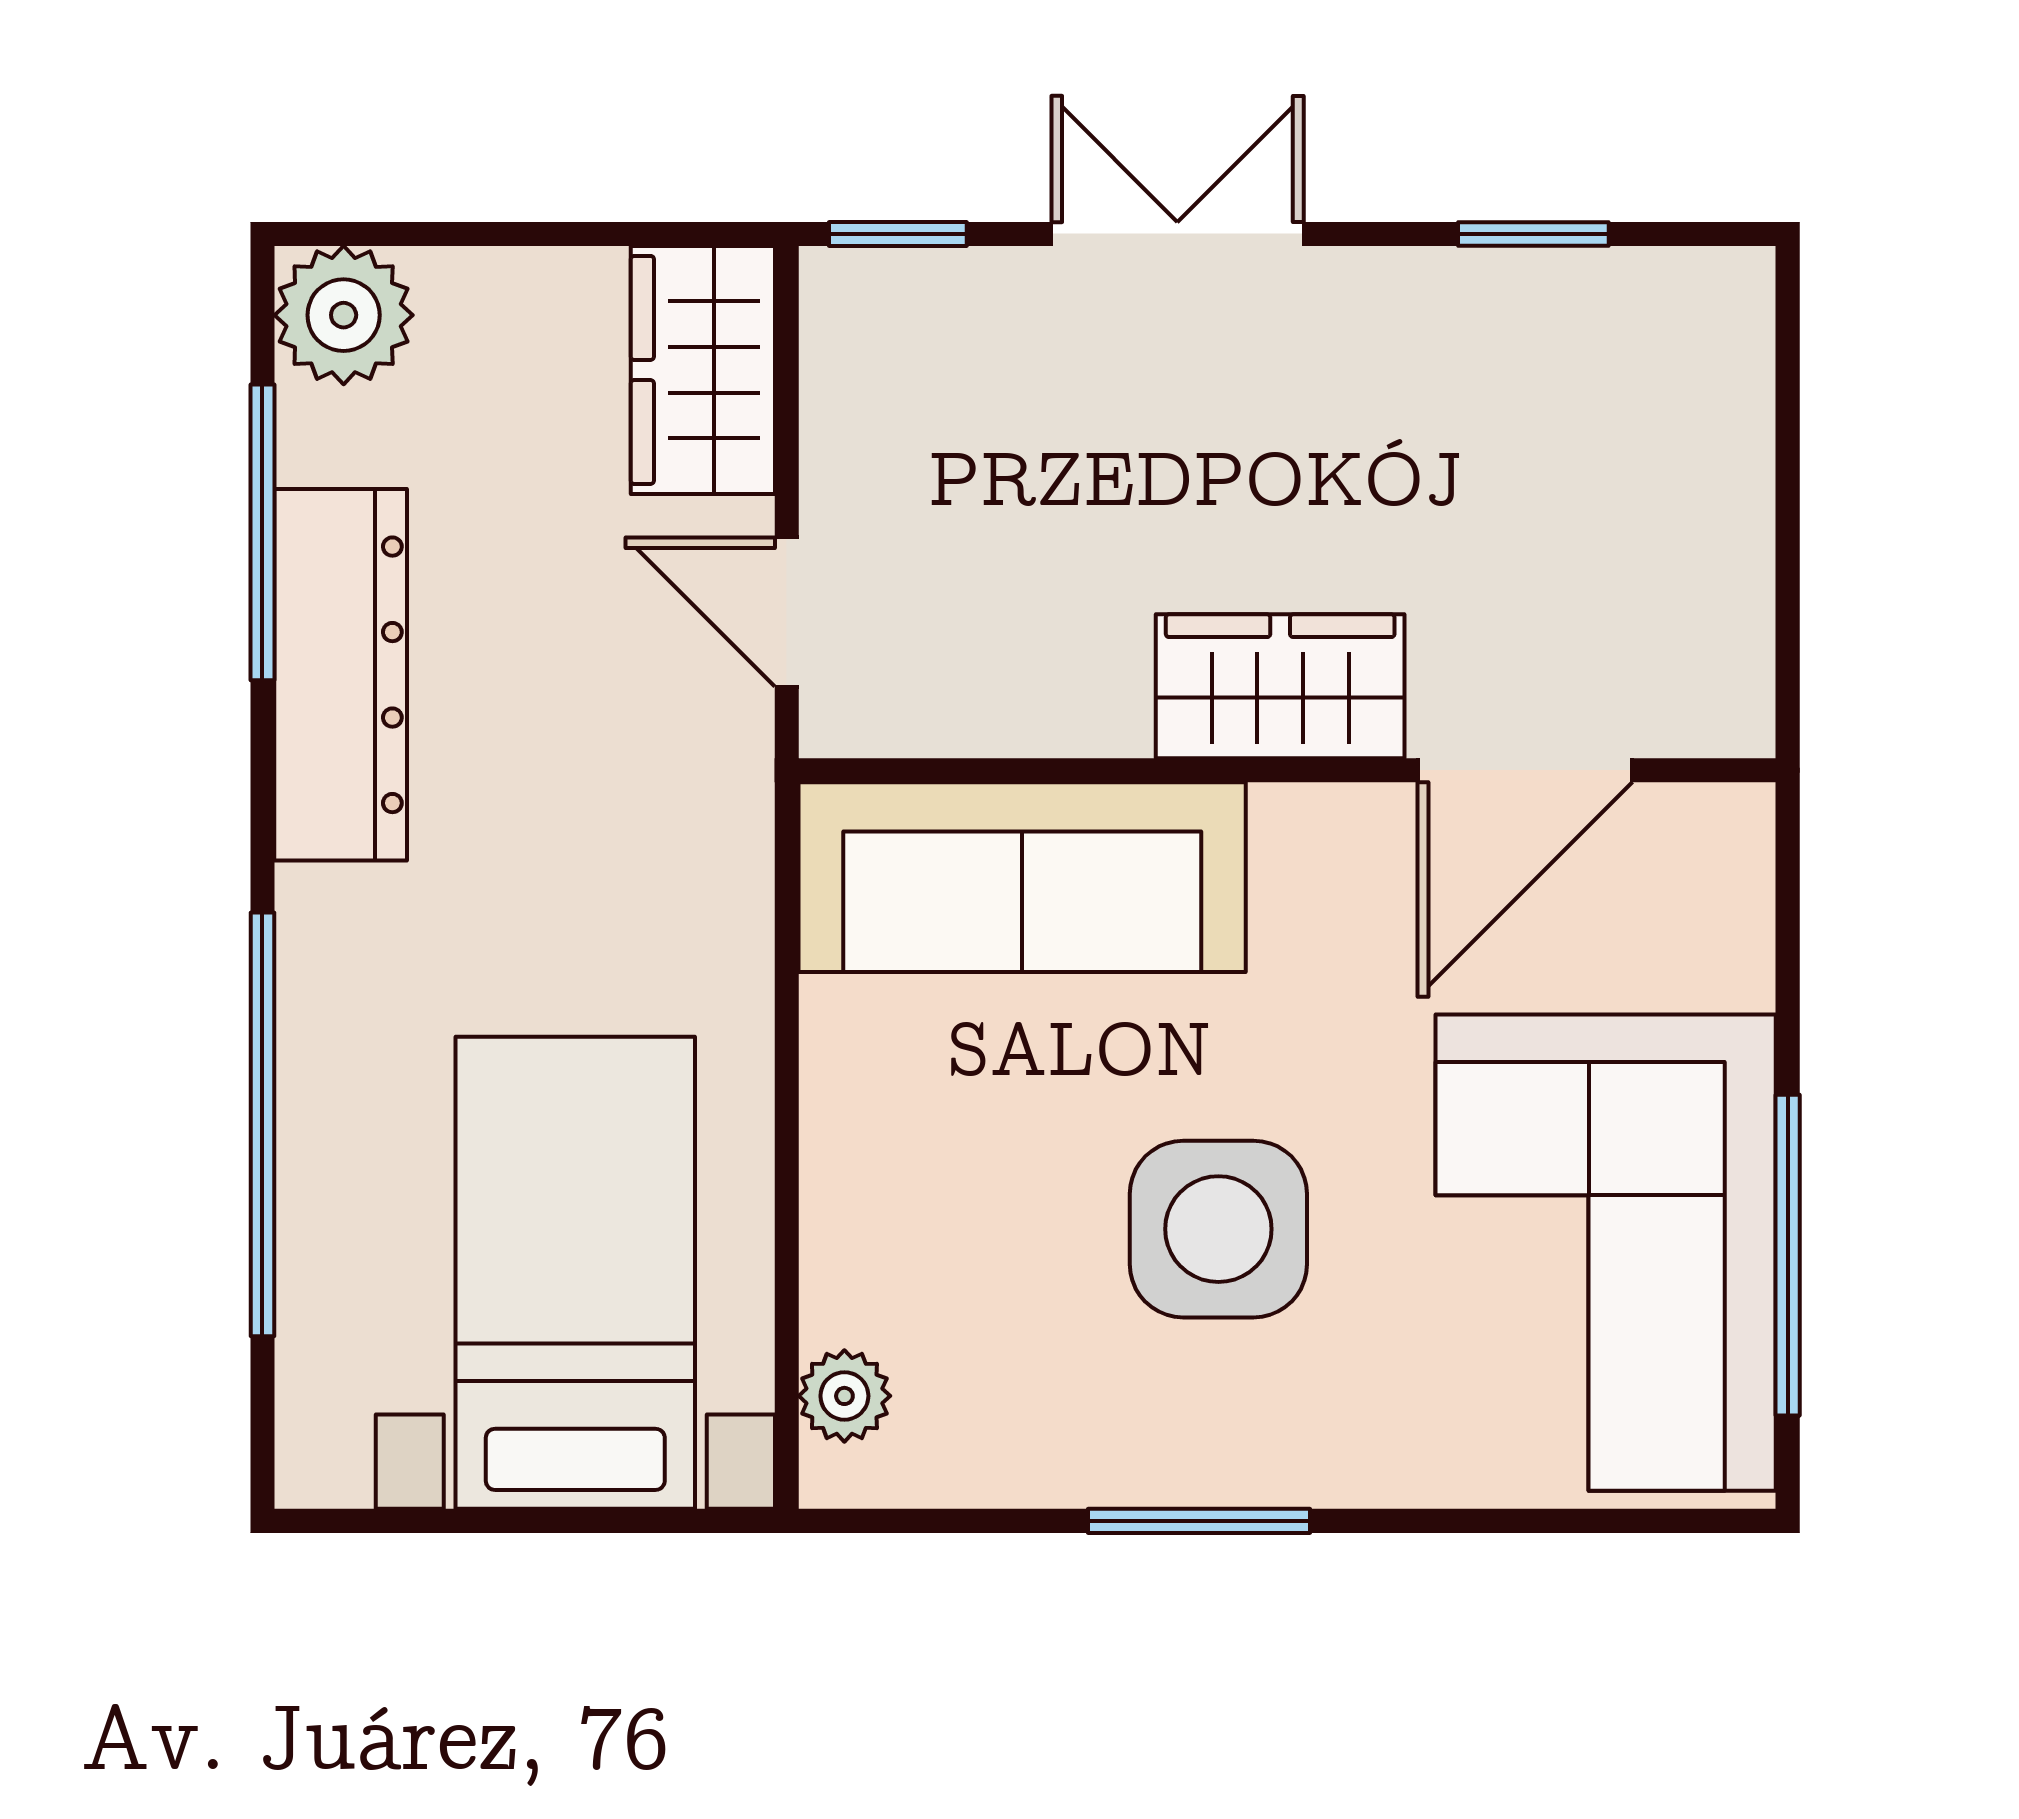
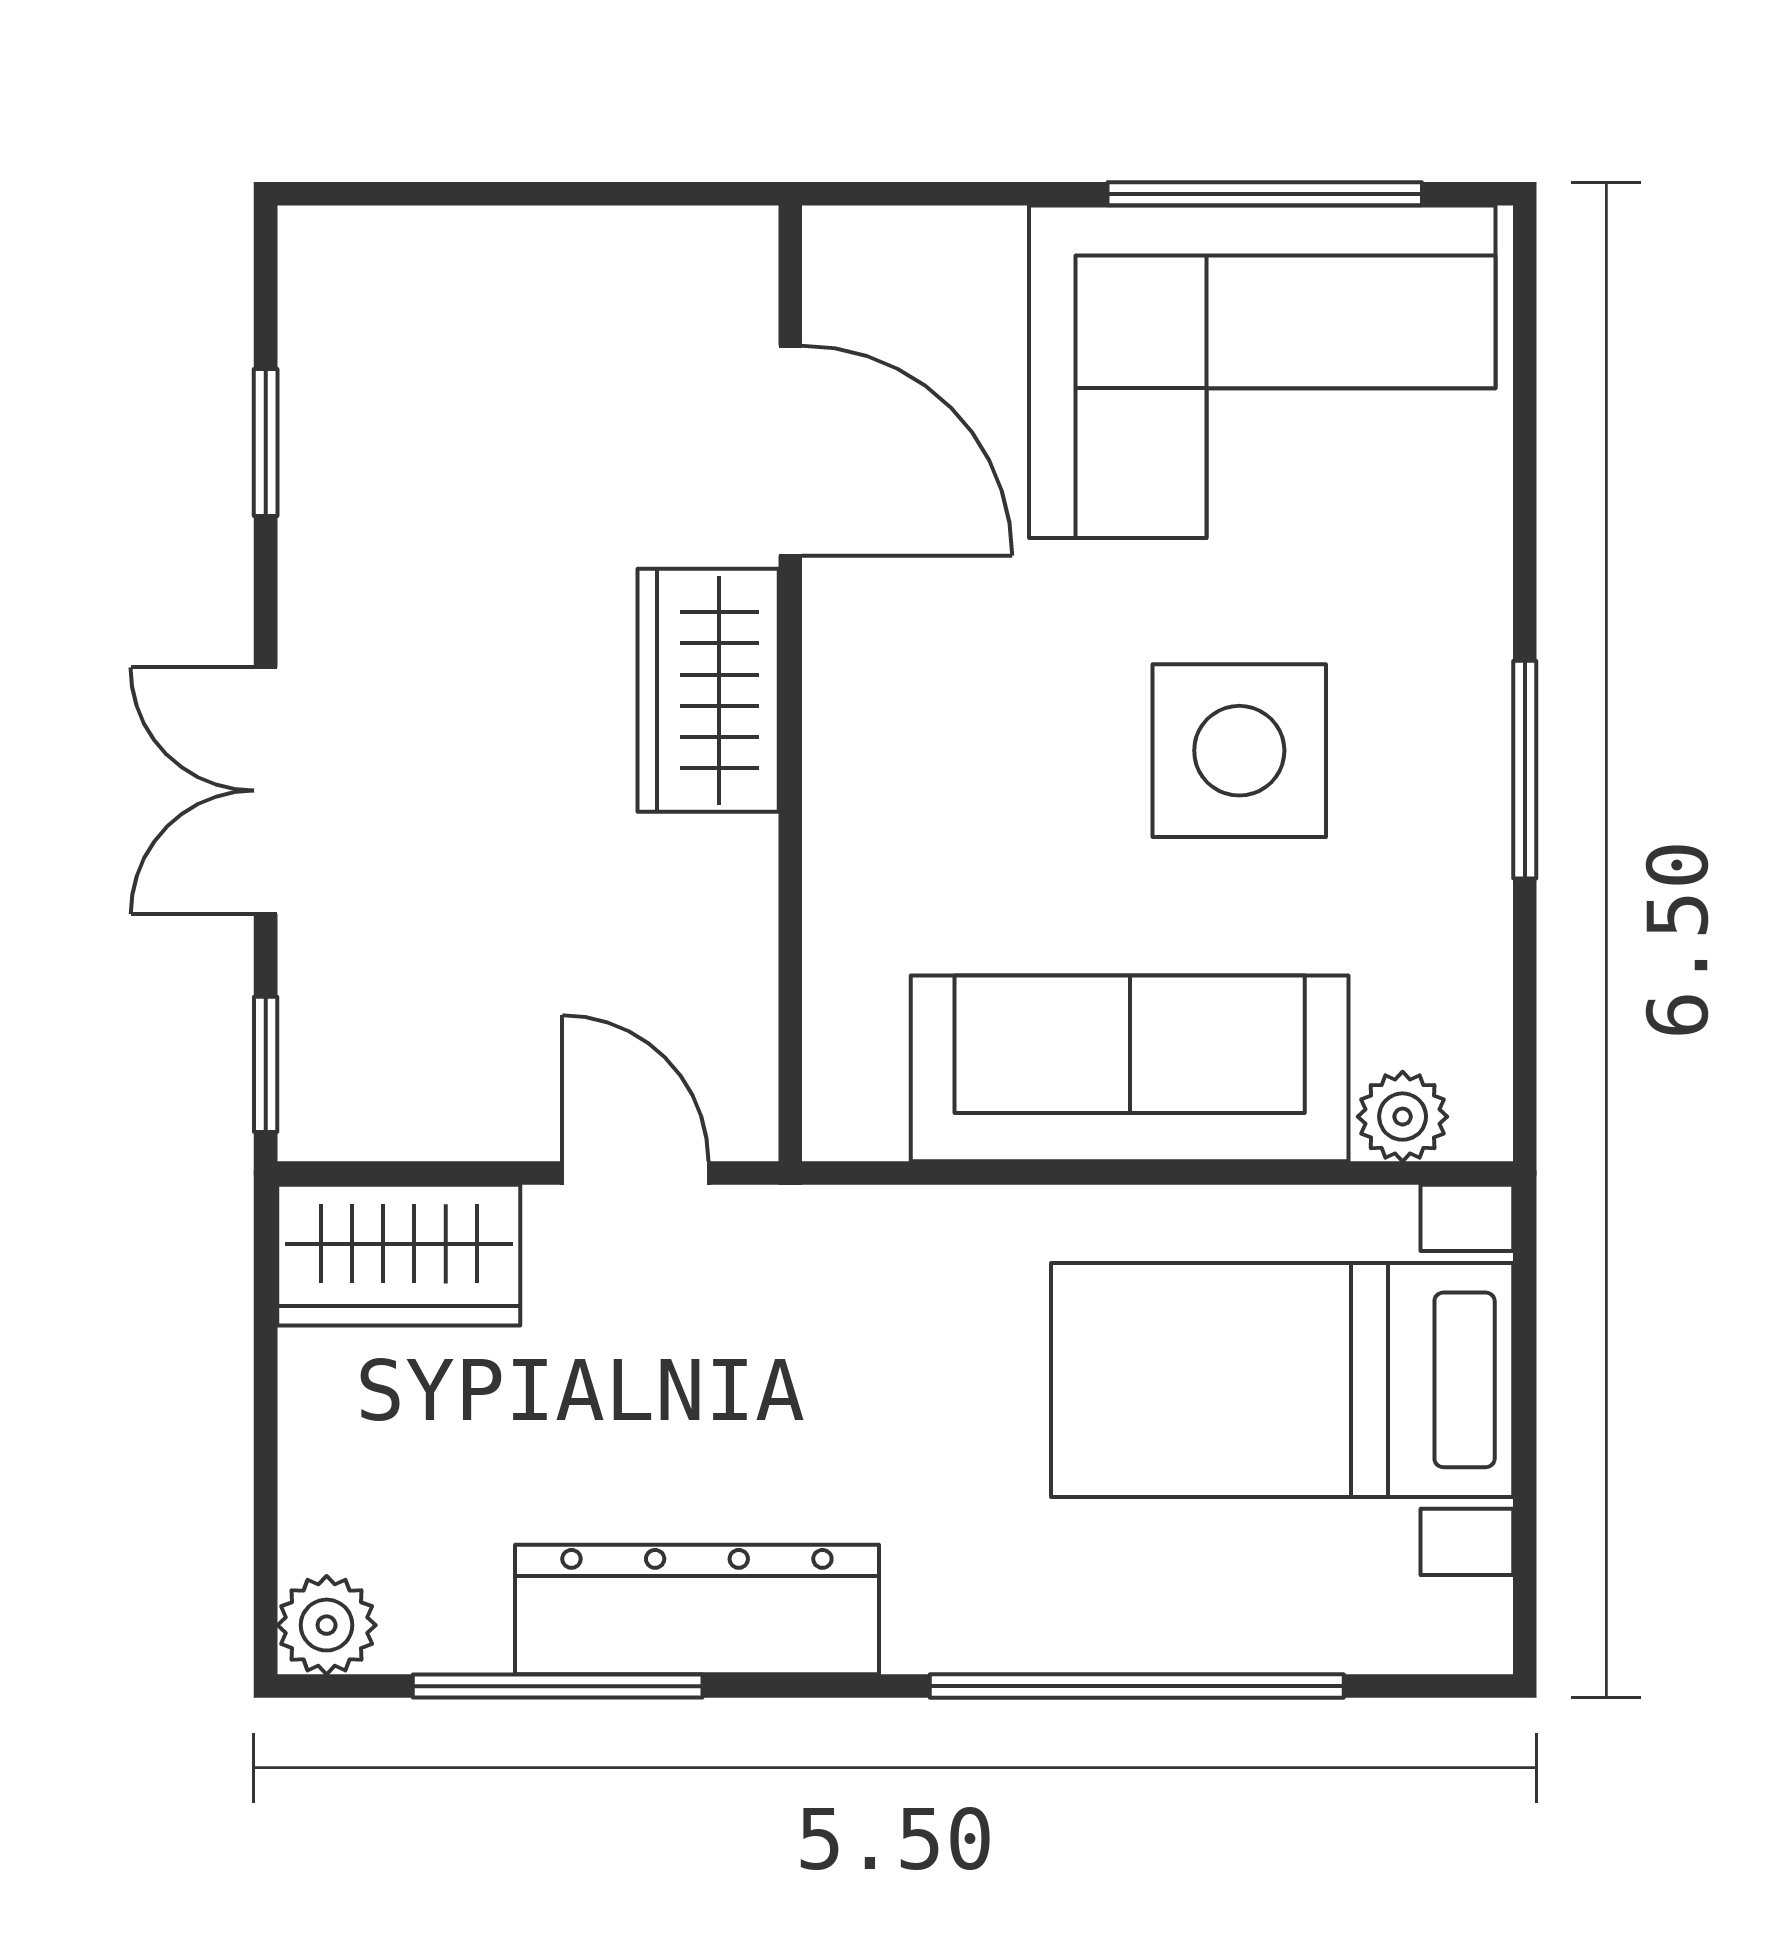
plant: (344, 315) -> (327, 1625), width x0.73, depth x0.73
door: (787, 612) -> (635, 1173), swing flipped
sofa: (1022, 877) -> (1130, 1068), moved, turned -90

